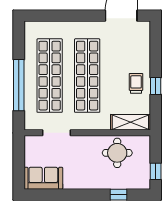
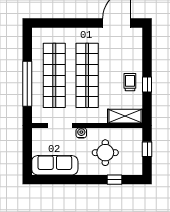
water cooler: (81, 141) -> (81, 133), added
round table: (117, 153) -> (105, 153), moved
window: (156, 171) -> (147, 149), moved
sofa: (43, 178) -> (55, 165), width x1.36

